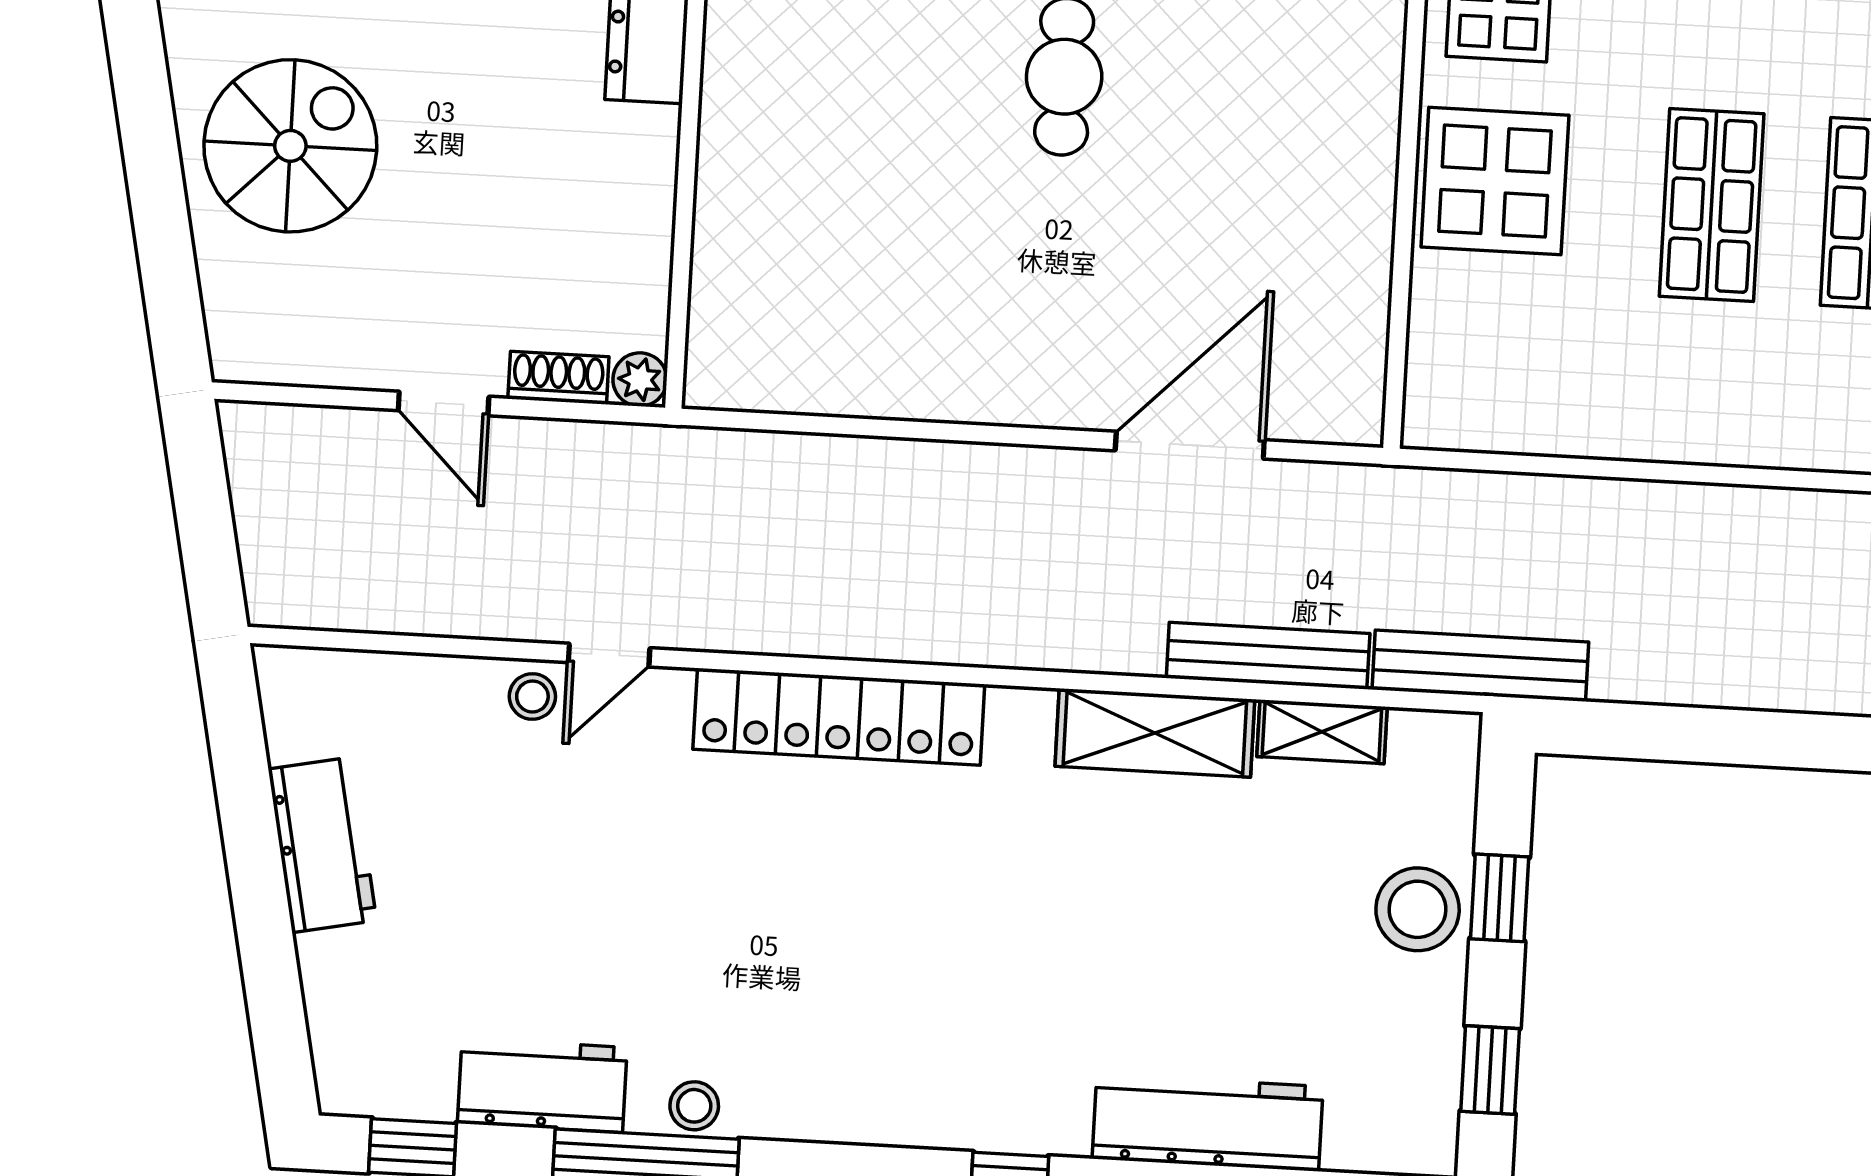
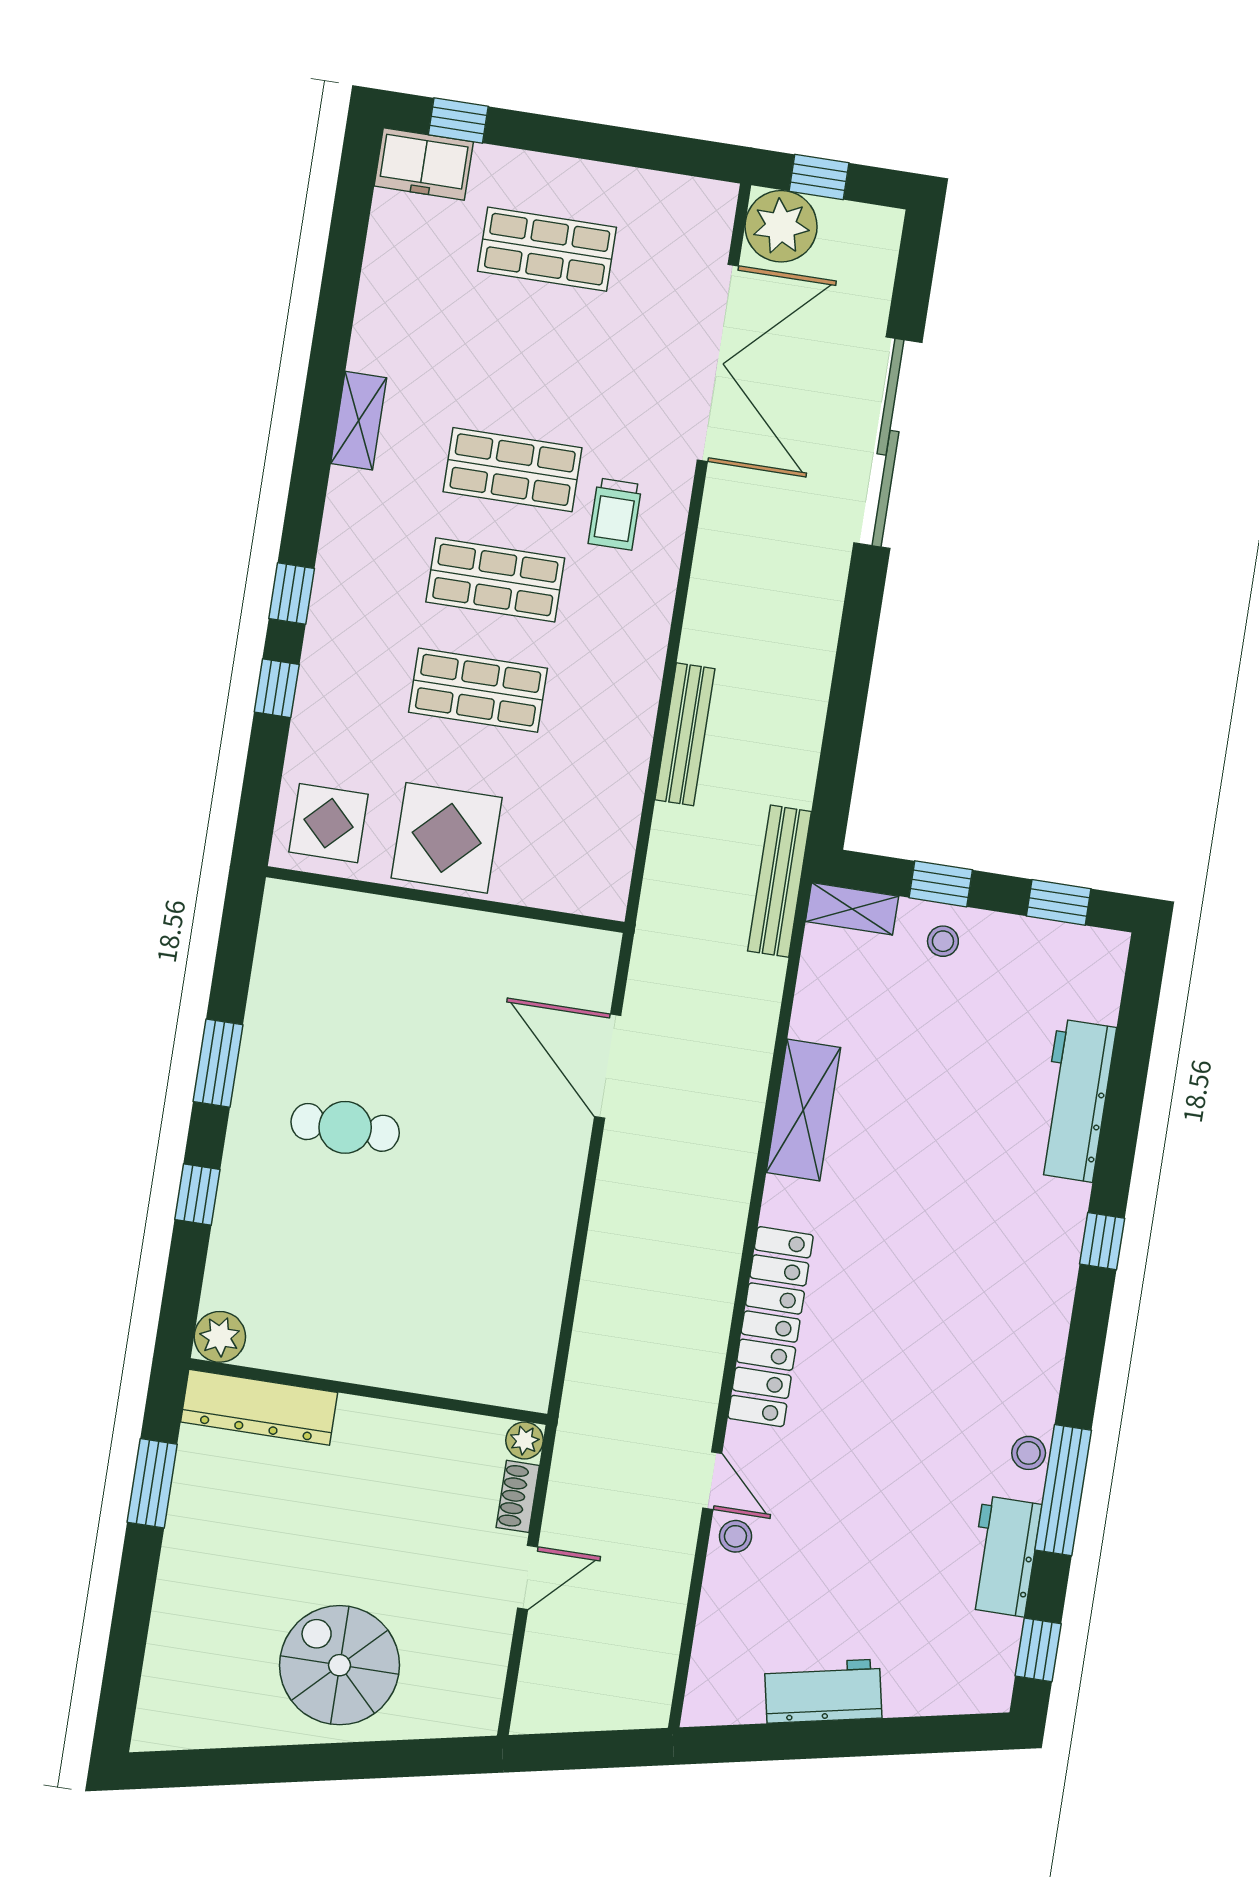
bench: (1268, 656) -> (685, 734), moved
shelving: (1322, 732) -> (852, 909), moved, turned 90
stool: (1418, 909) -> (943, 941), width x0.53, depth x0.53

